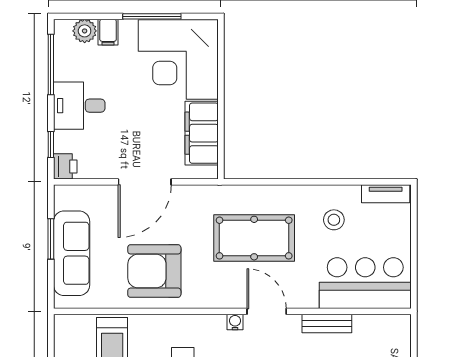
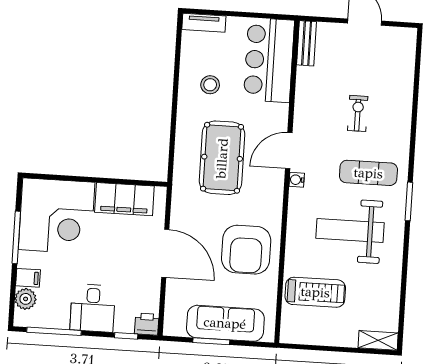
tv unit: (386, 194) -> (204, 23), moved, turned 90
bench: (327, 323) -> (307, 43), moved

